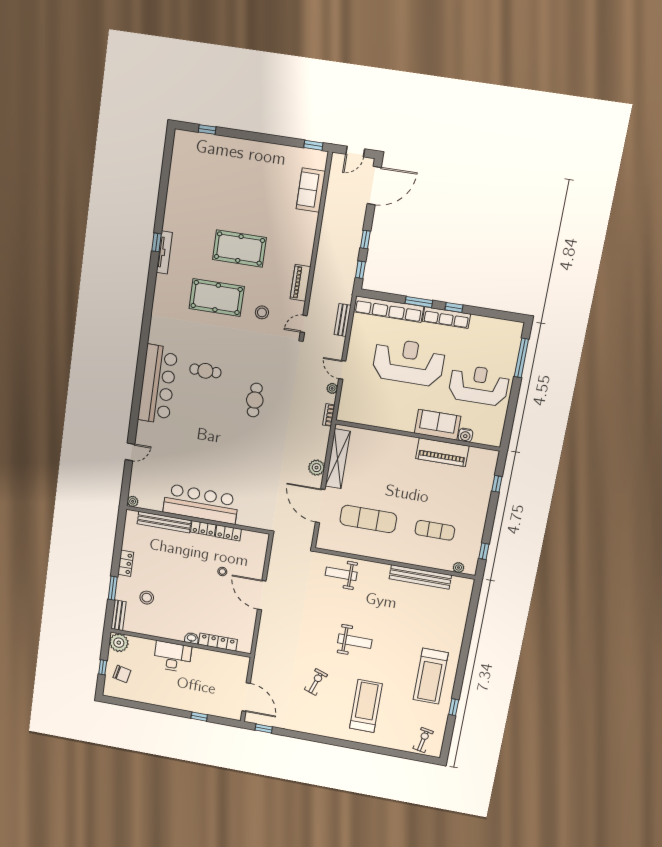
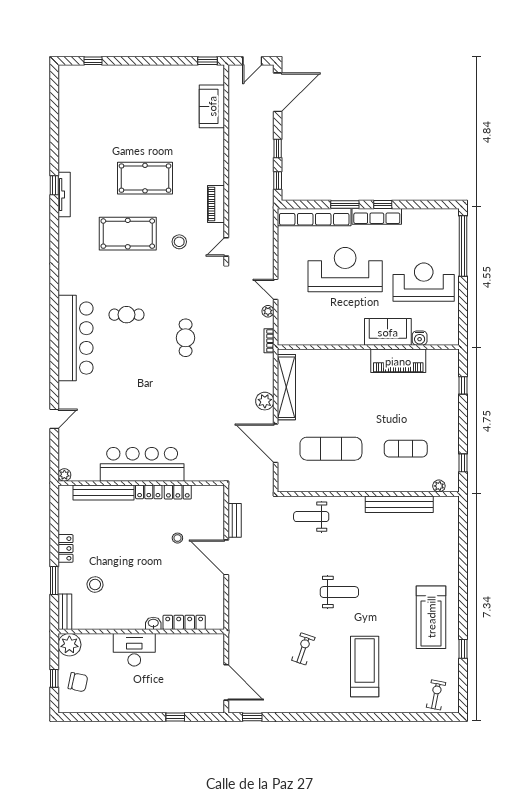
bench: (343, 320) -> (235, 520), moved
window: (521, 358) -> (463, 246), width x1.46

